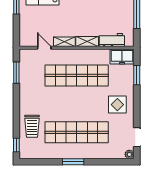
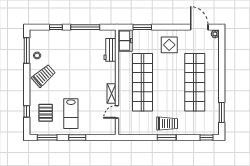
shelving: (87, 41) -> (111, 73), removed
window: (16, 73) -> (167, 138), moved
trolley: (32, 126) -> (167, 124), moved
window: (73, 162) -> (222, 112), moved

